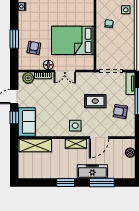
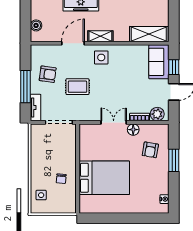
bed: (73, 40) -> (104, 178), moved

